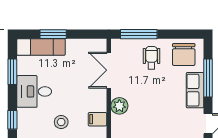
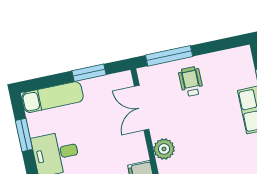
window: (53, 34) -> (89, 73), moved
chair: (184, 54) -> (230, 69), removed

